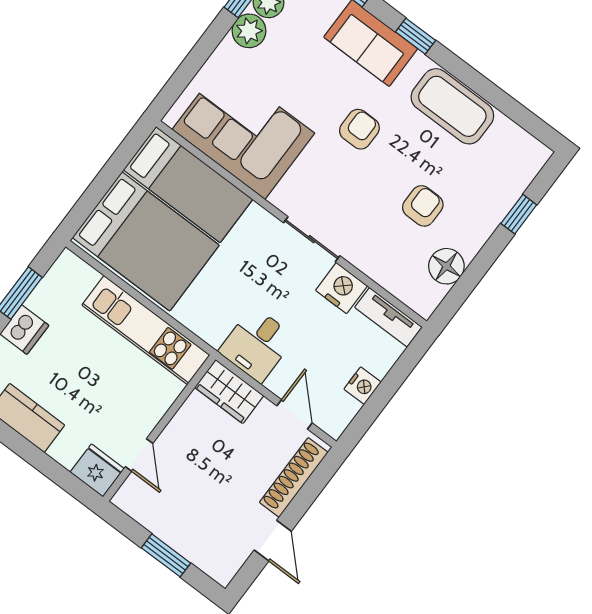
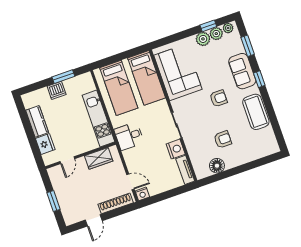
window: (519, 214) -> (254, 164), removed
bed: (146, 241) -> (119, 88), width x0.67
desk: (257, 344) -> (129, 136), moved
nightstand: (362, 386) -> (142, 194), moved
wardrobe: (229, 391) -> (99, 158), moved, turned -90
door: (295, 414) -> (130, 182), hinge flipped
fridge: (97, 470) -> (45, 144), moved

